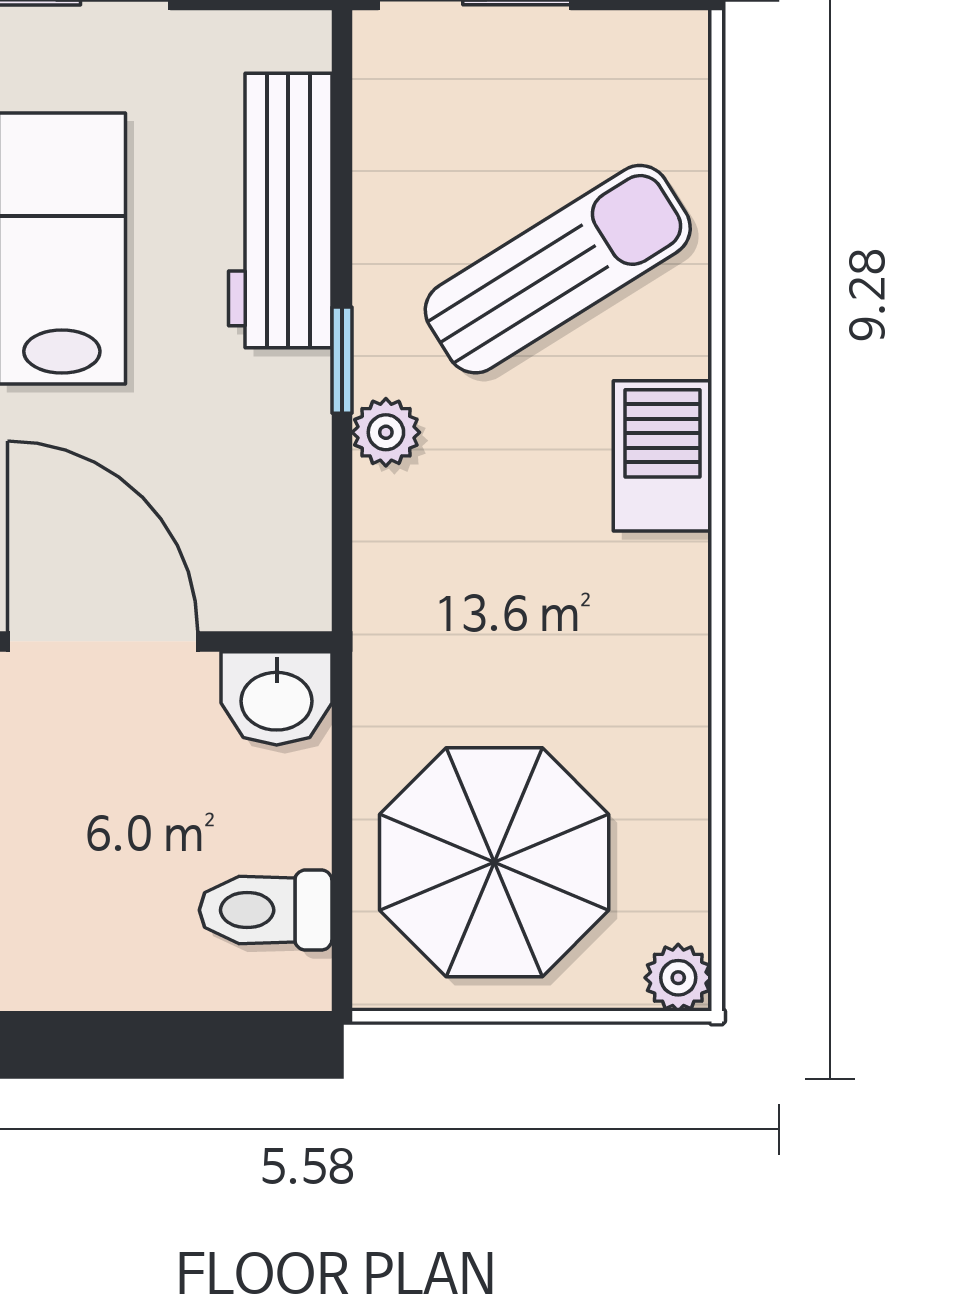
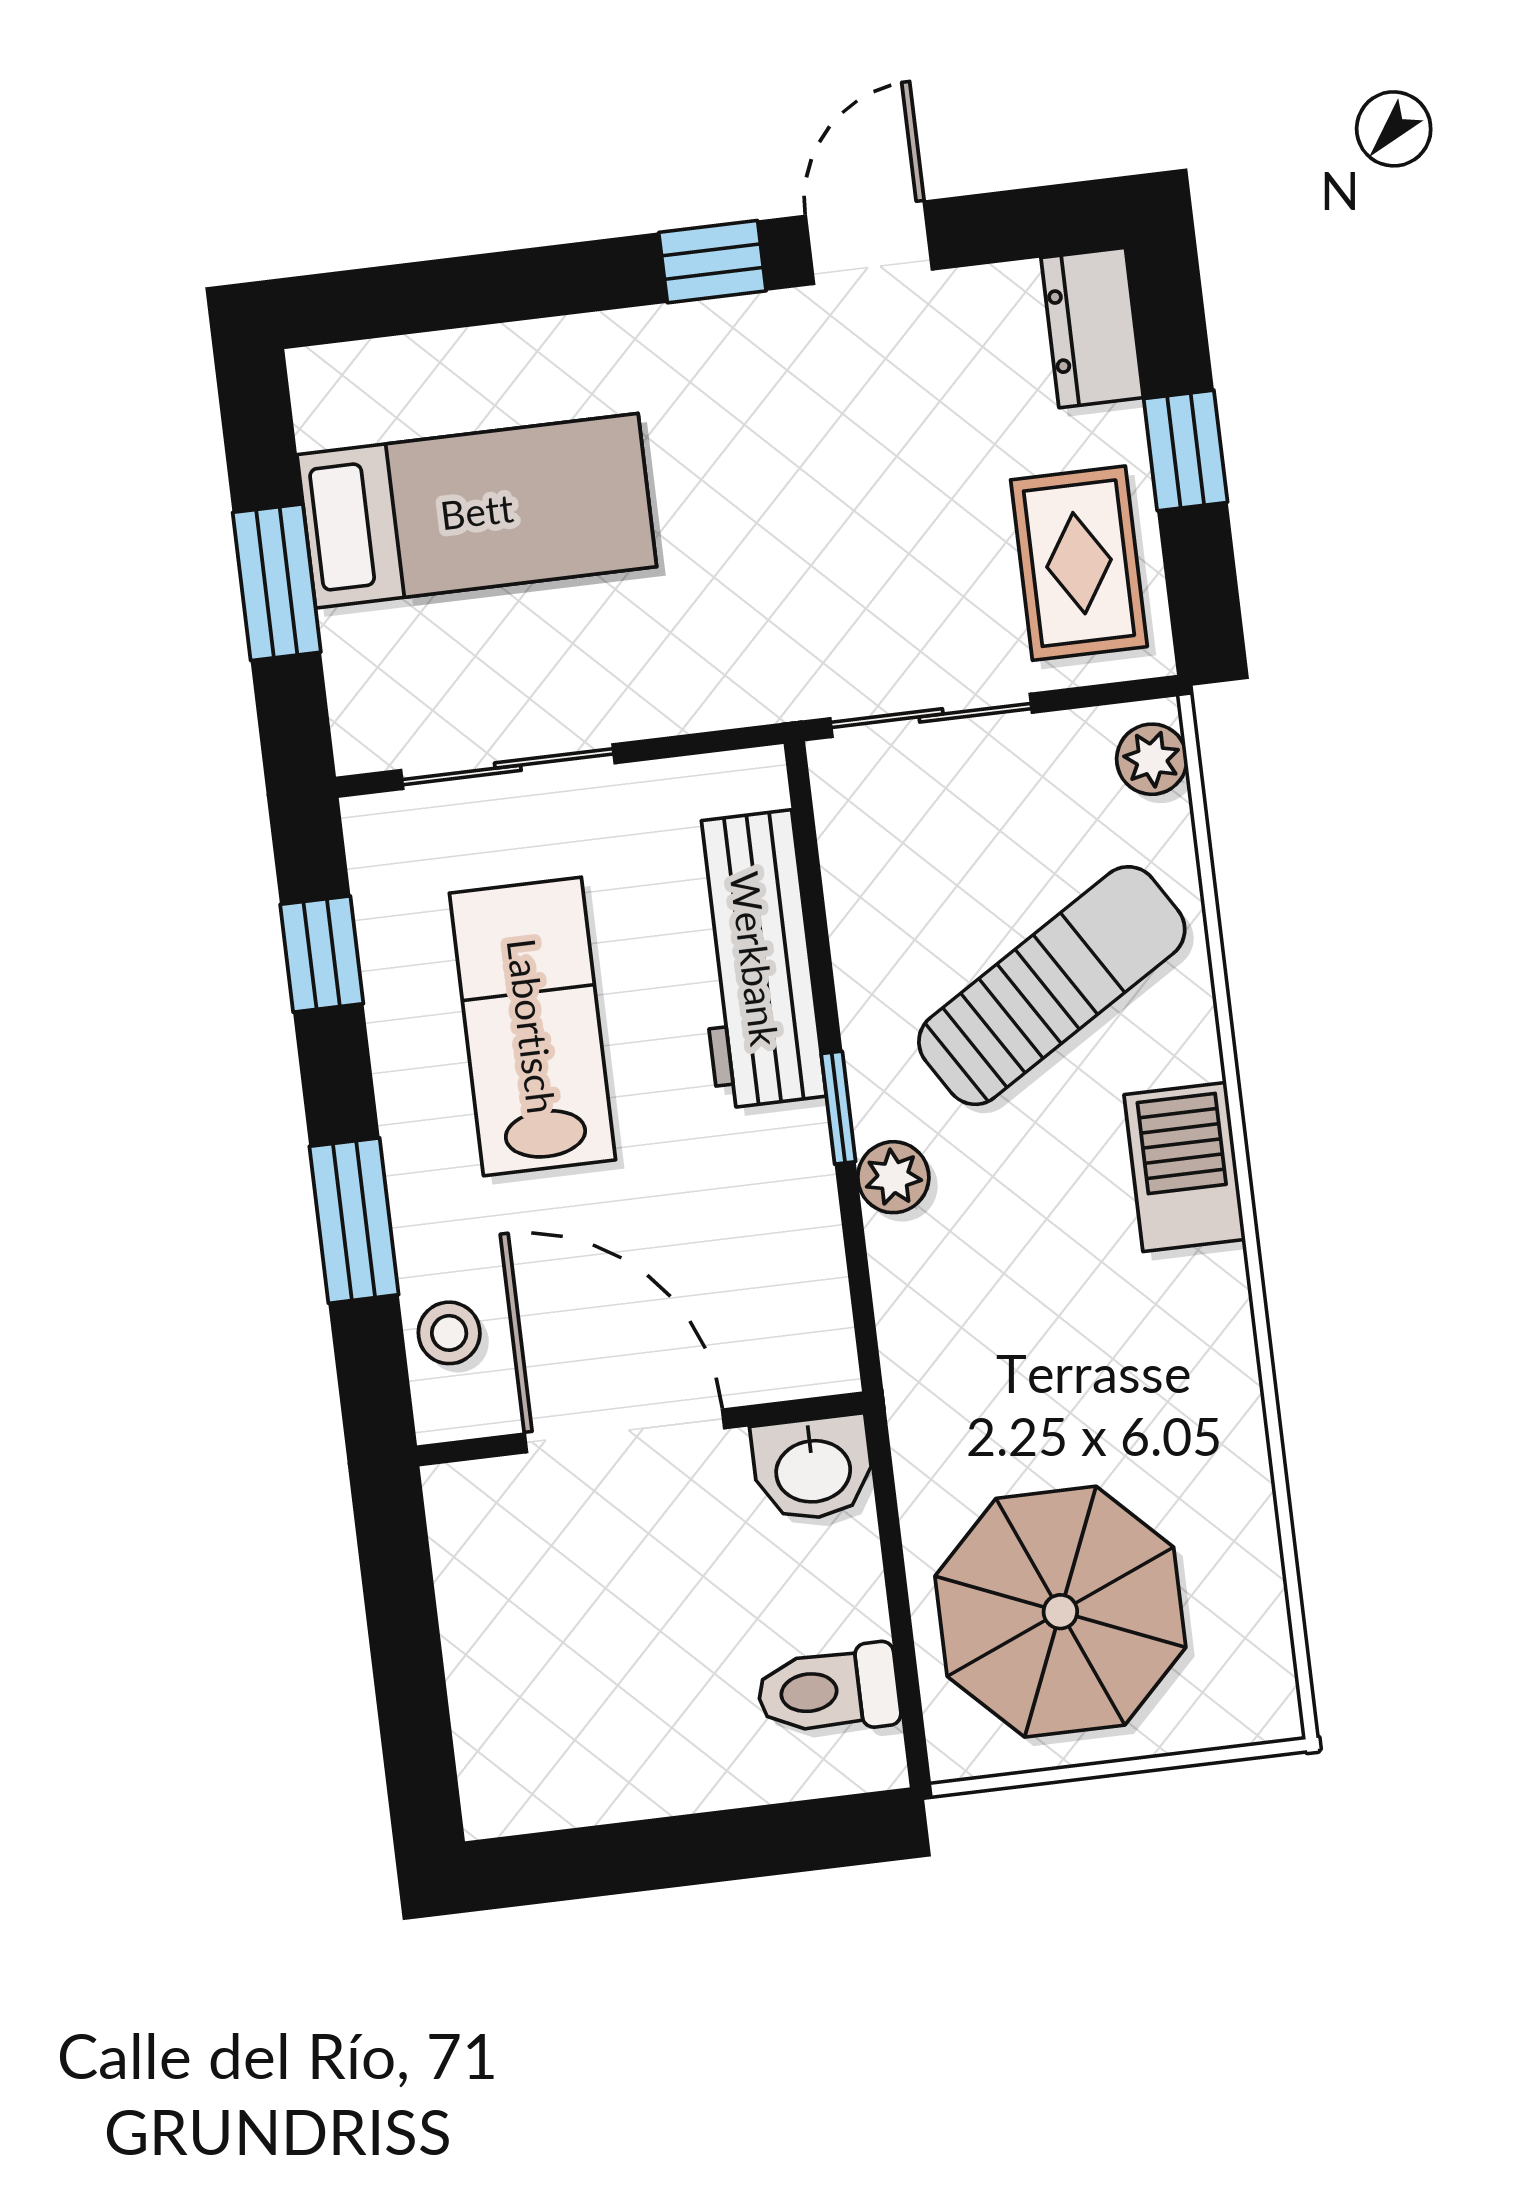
plant: (678, 978) -> (1152, 759), moved

